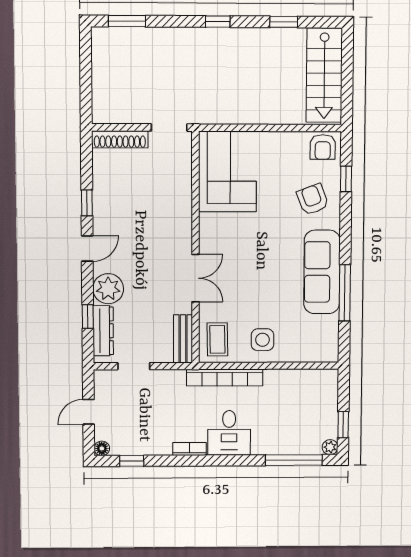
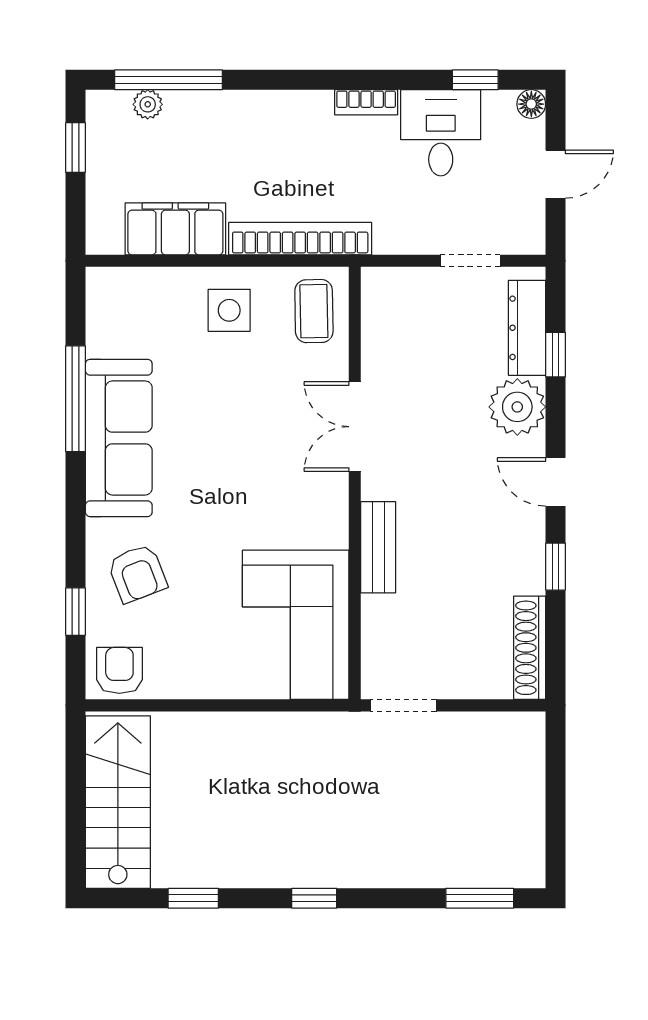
shoe rack: (120, 139) -> (530, 648), moved, turned -90
door: (87, 249) -> (556, 482), hinge flipped
bench: (183, 339) -> (378, 547), moved
filing cabinet: (291, 382) -> (175, 229), added
desk: (229, 433) -> (441, 133), moved
plant: (330, 447) -> (148, 104), moved

